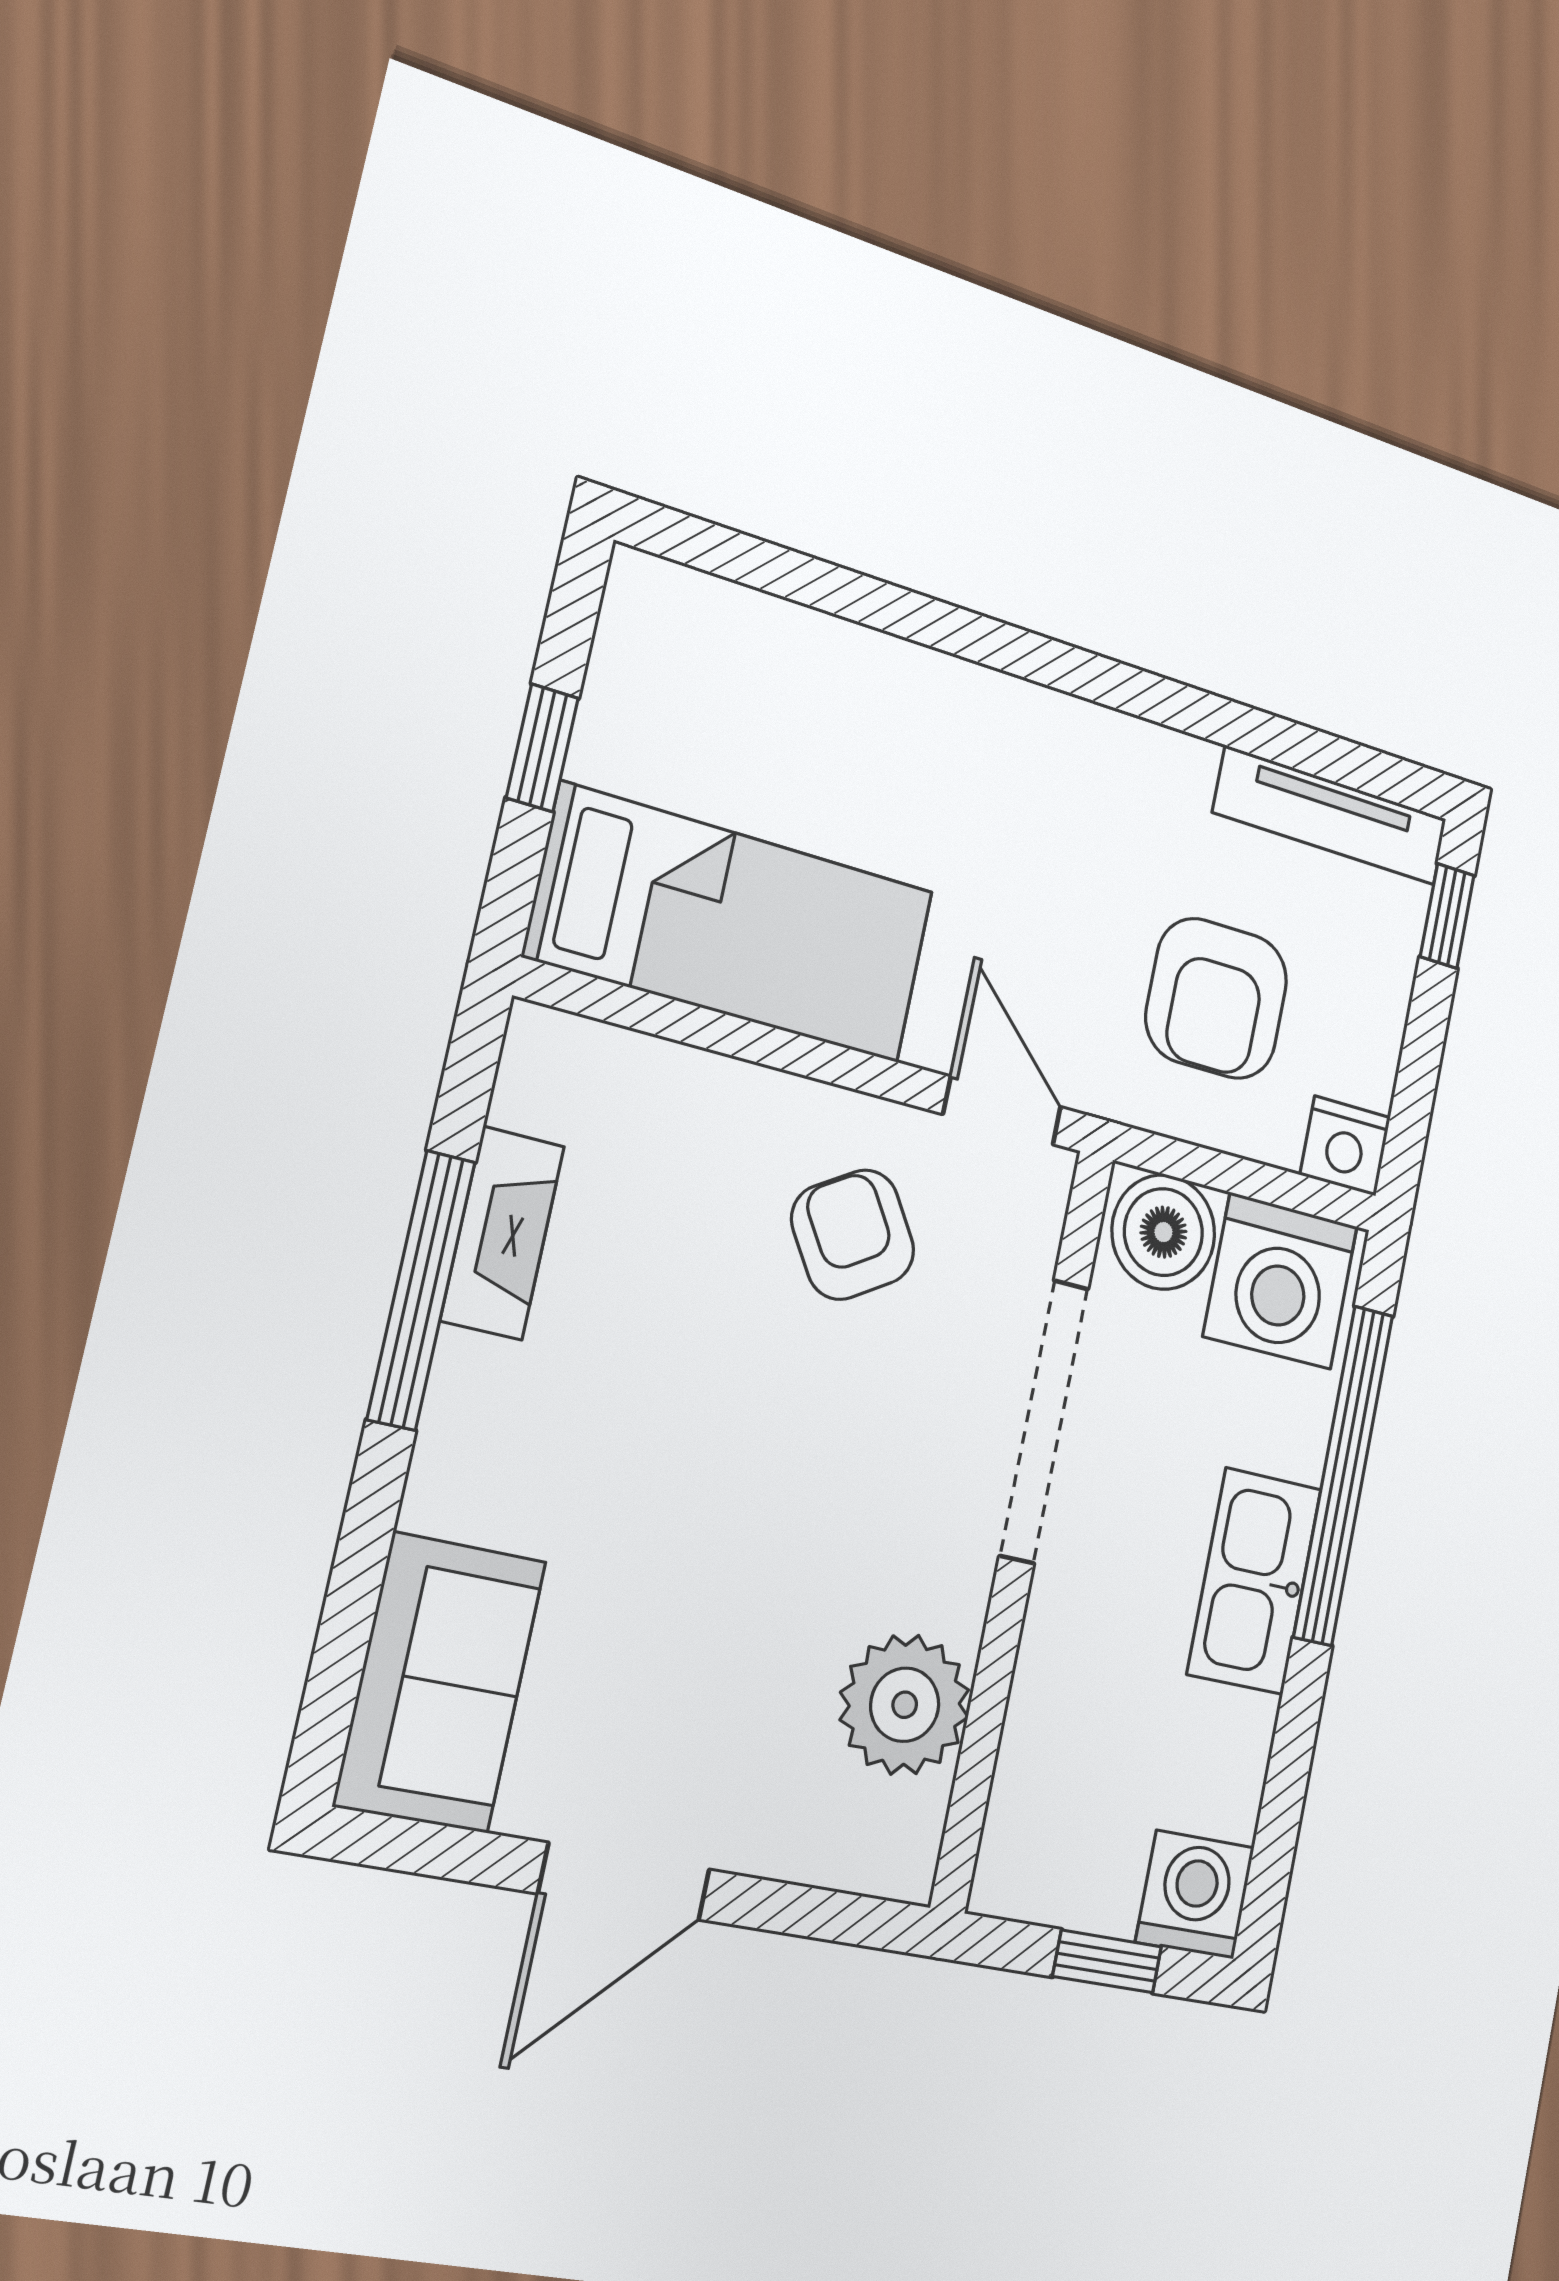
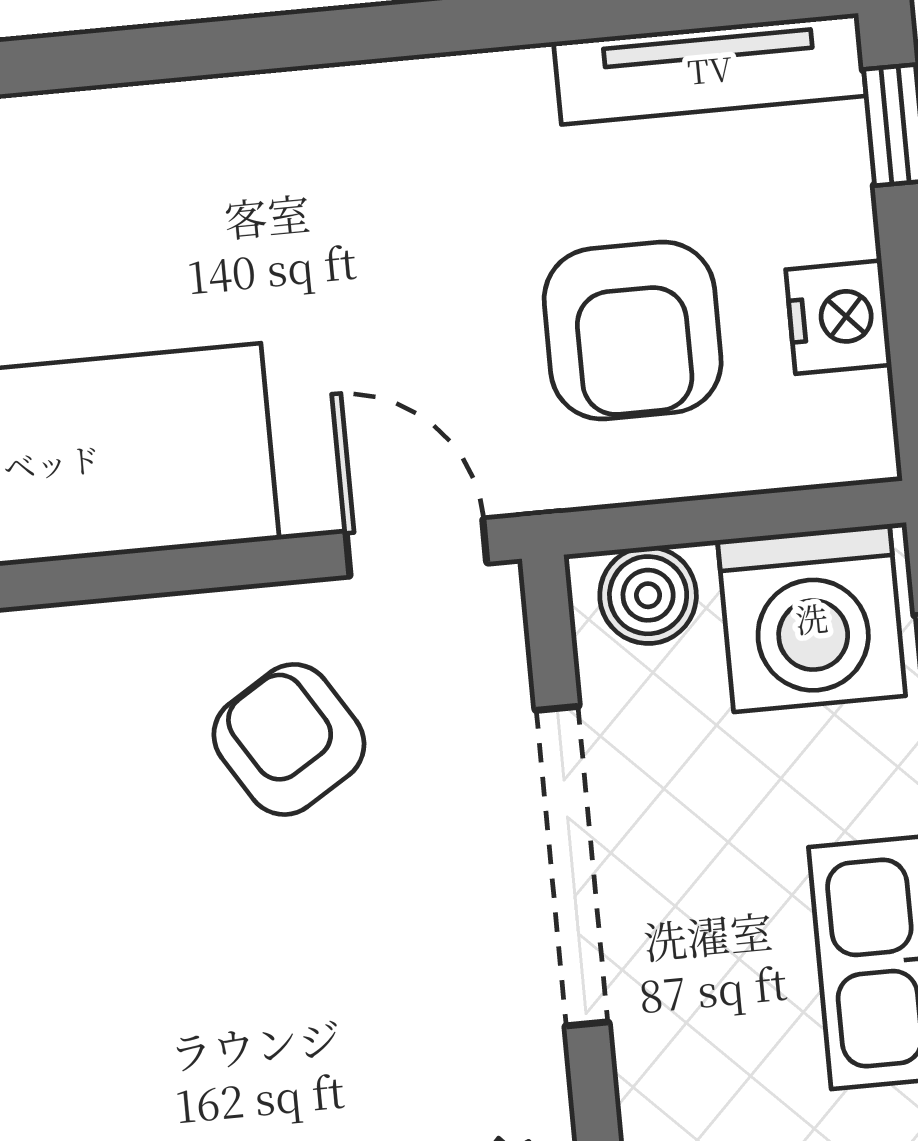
nightstand: (1345, 1146) -> (839, 317), moved, turned -90
boiler: (1163, 1232) -> (648, 595), width x0.73, depth x0.73

